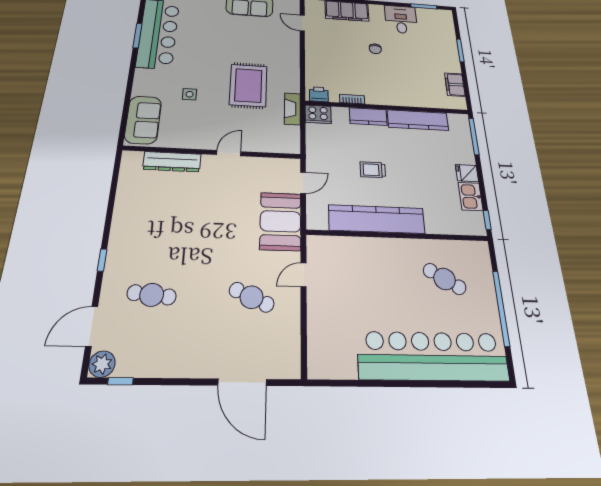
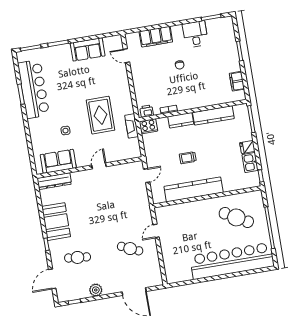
sofa: (143, 120) -> (58, 161), moved, turned -90
dresser: (172, 162) -> (54, 181), moved
booth: (280, 221) -> (56, 222), moved
cafe table: (445, 279) -> (236, 217), width x1.37, depth x1.35
plant: (102, 364) -> (96, 290), moved

